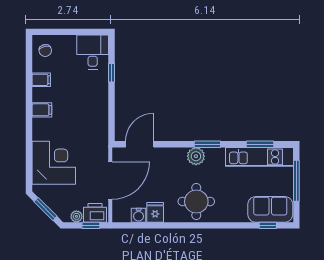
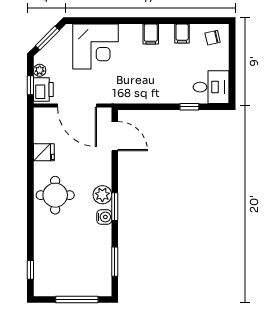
kitchen unit: (259, 157) -> (102, 261), removed
sofa: (270, 209) -> (47, 272), removed
water cooler: (139, 215) -> (104, 217), moved, turned 180

